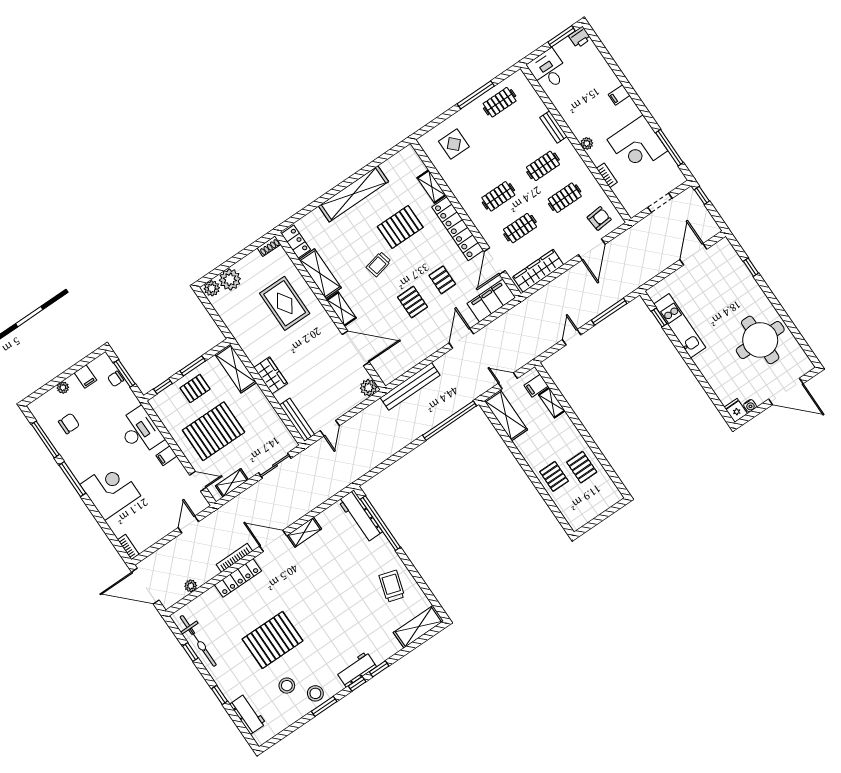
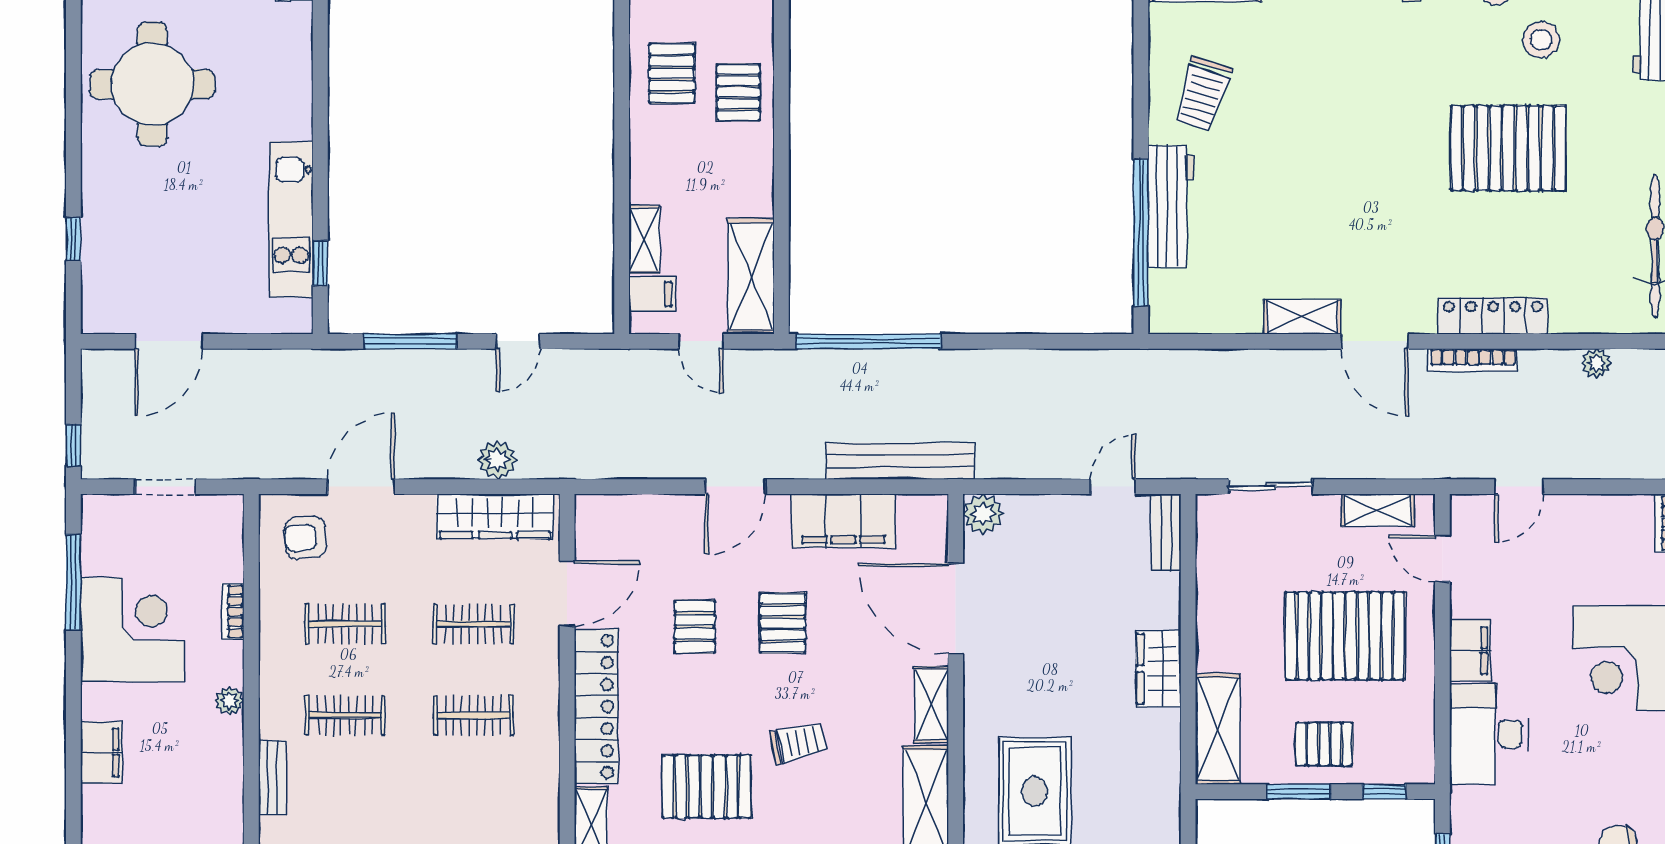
filing cabinet: (619, 95) -> (101, 753), width x2.00
plant: (551, 291) -> (497, 460), added
filing cabinet: (491, 301) -> (843, 521), moved
bench: (297, 420) -> (1166, 532), width x0.73
filing cabinet: (166, 456) -> (1470, 651), width x2.00
workbench: (360, 516) -> (1171, 206), moved

